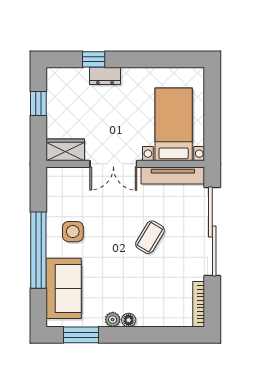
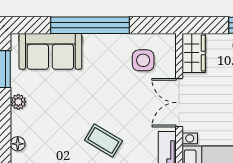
side table: (73, 232) -> (143, 60), moved
floor lamp: (129, 320) -> (18, 144), moved

